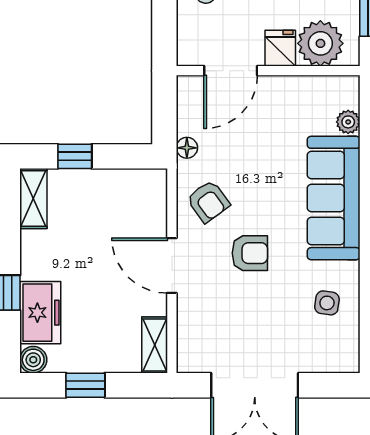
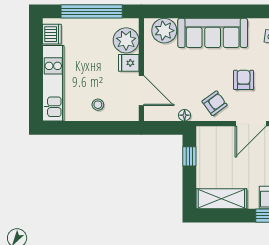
plant: (348, 122) -> (164, 31), width x1.88, depth x1.88
window: (75, 156) -> (189, 156), moved
shelving: (33, 199) -> (221, 199), width x1.50, depth x1.33

